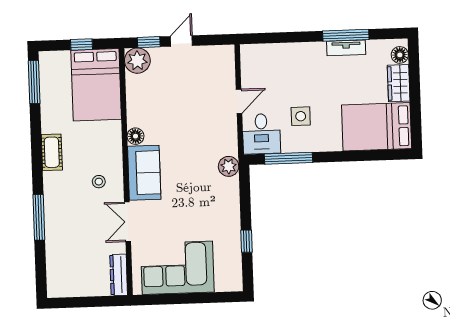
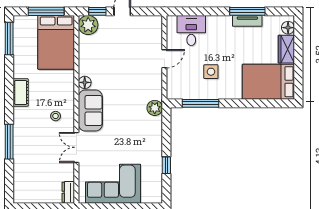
window: (82, 44) -> (46, 11), width x2.17
desk: (261, 134) -> (191, 31), moved, turned 180
dresser: (119, 275) -> (68, 192), width x0.70

